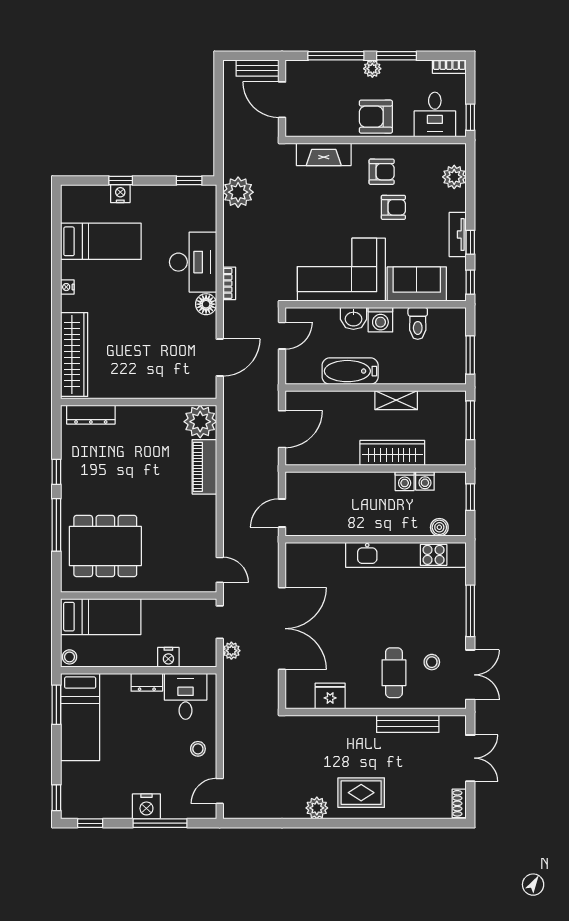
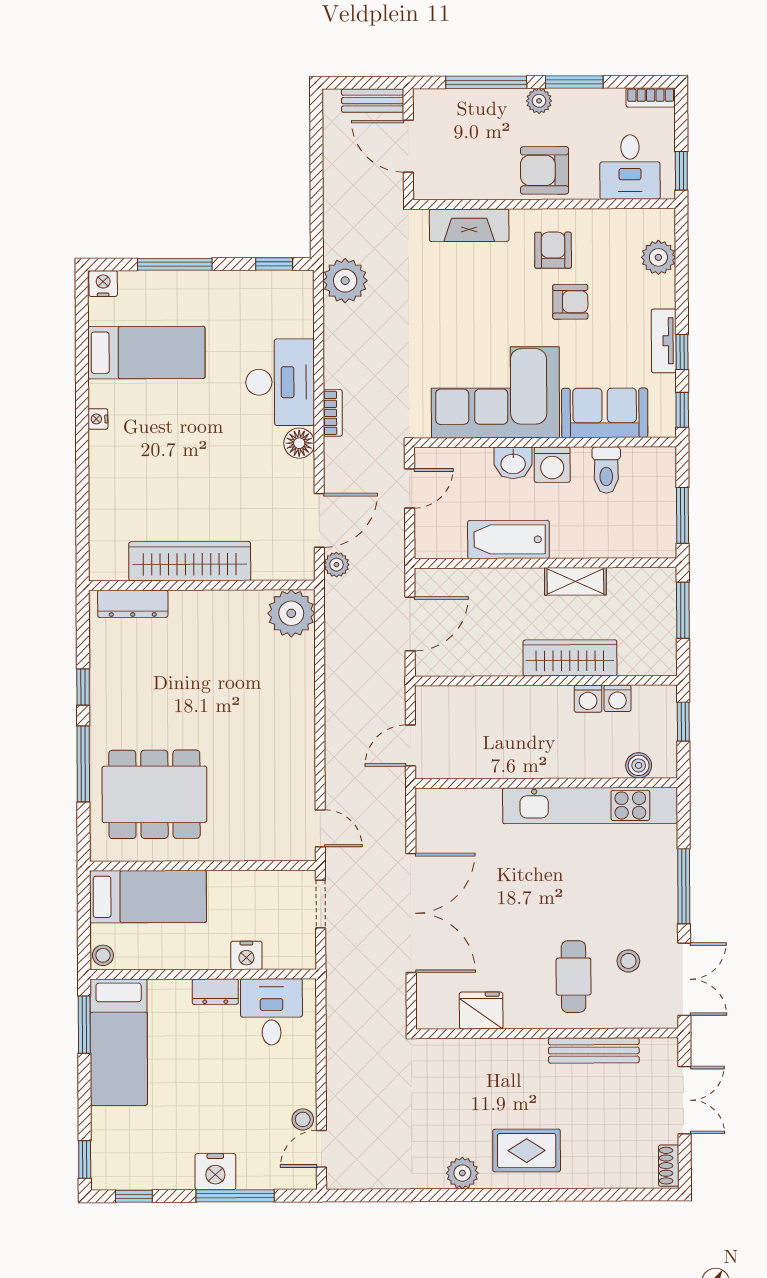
armchair: (382, 172) -> (553, 250), turned -90
window: (121, 181) -> (175, 264), width x2.17
nightstand: (120, 194) -> (103, 284), moved
wardrobe: (74, 354) -> (190, 561), moved, turned -90
piano: (204, 467) -> (298, 679), removed
plant: (231, 651) -> (336, 565), moved
stool: (198, 749) -> (303, 1119), moved

